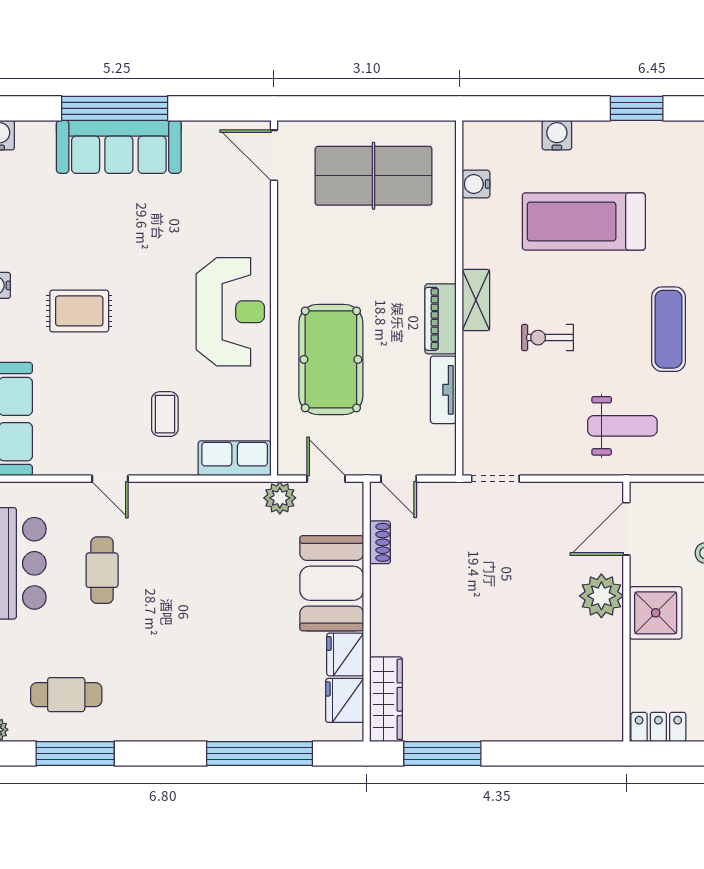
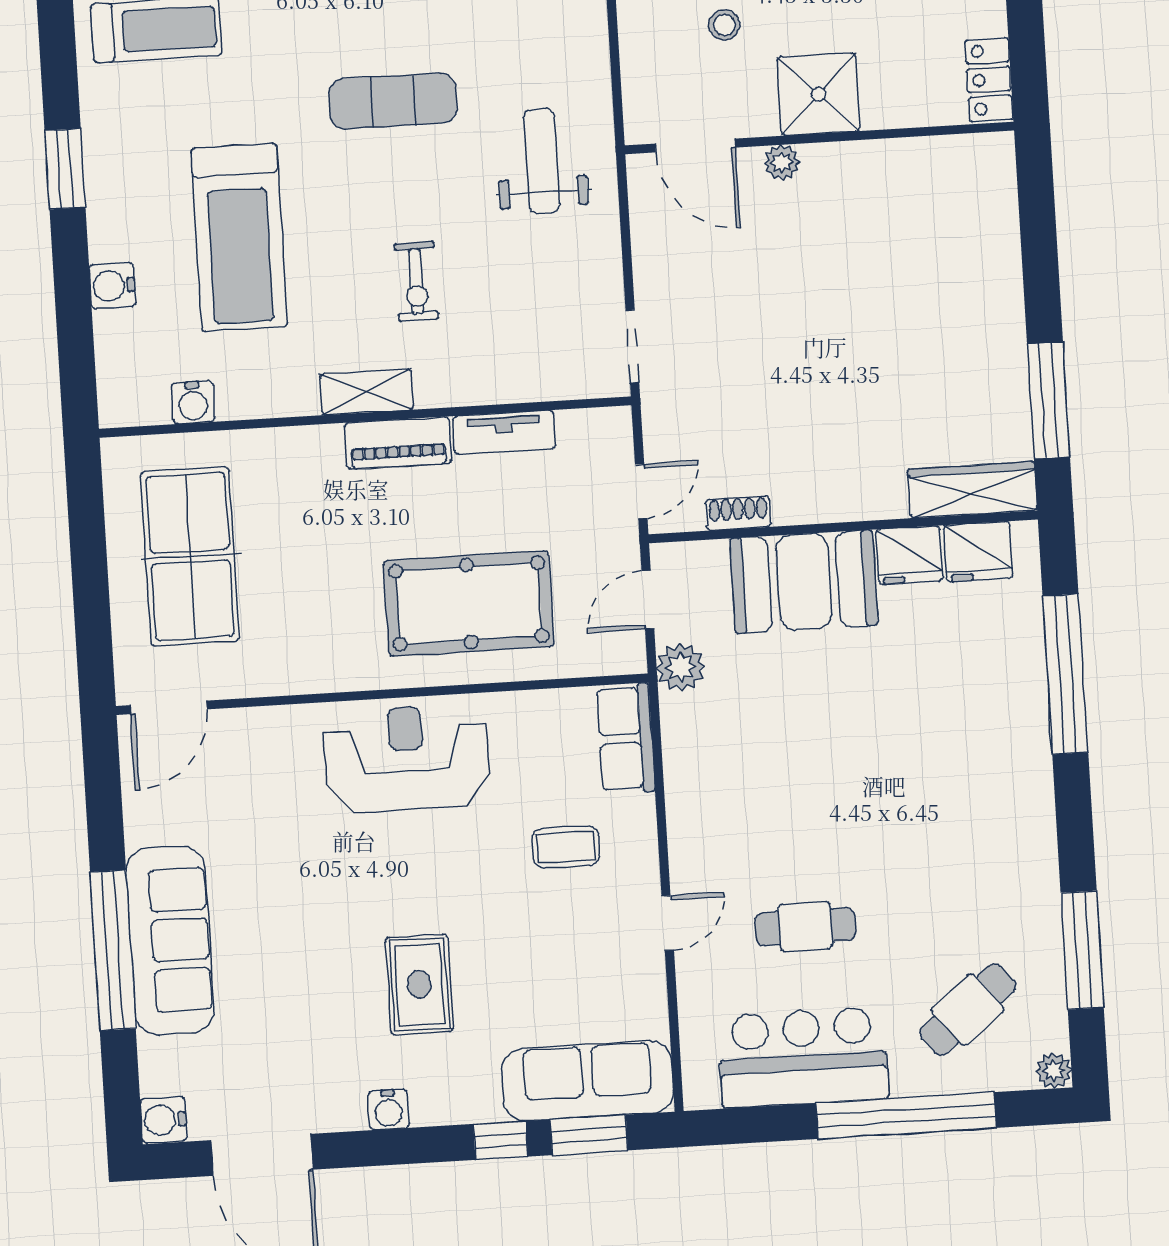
plant: (601, 596) -> (782, 162), width x0.53, depth x0.53
cafe table: (66, 695) -> (968, 1010), moved, turned 51

